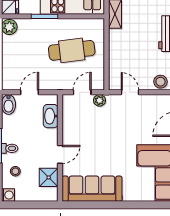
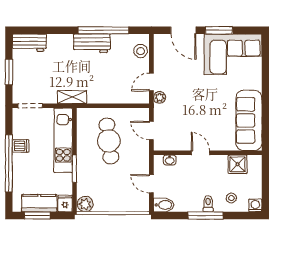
plant: (99, 100) -> (160, 97), moved
washbasin: (51, 116) -> (170, 160), width x0.52, depth x0.69
door: (60, 154) -> (200, 153), moved

